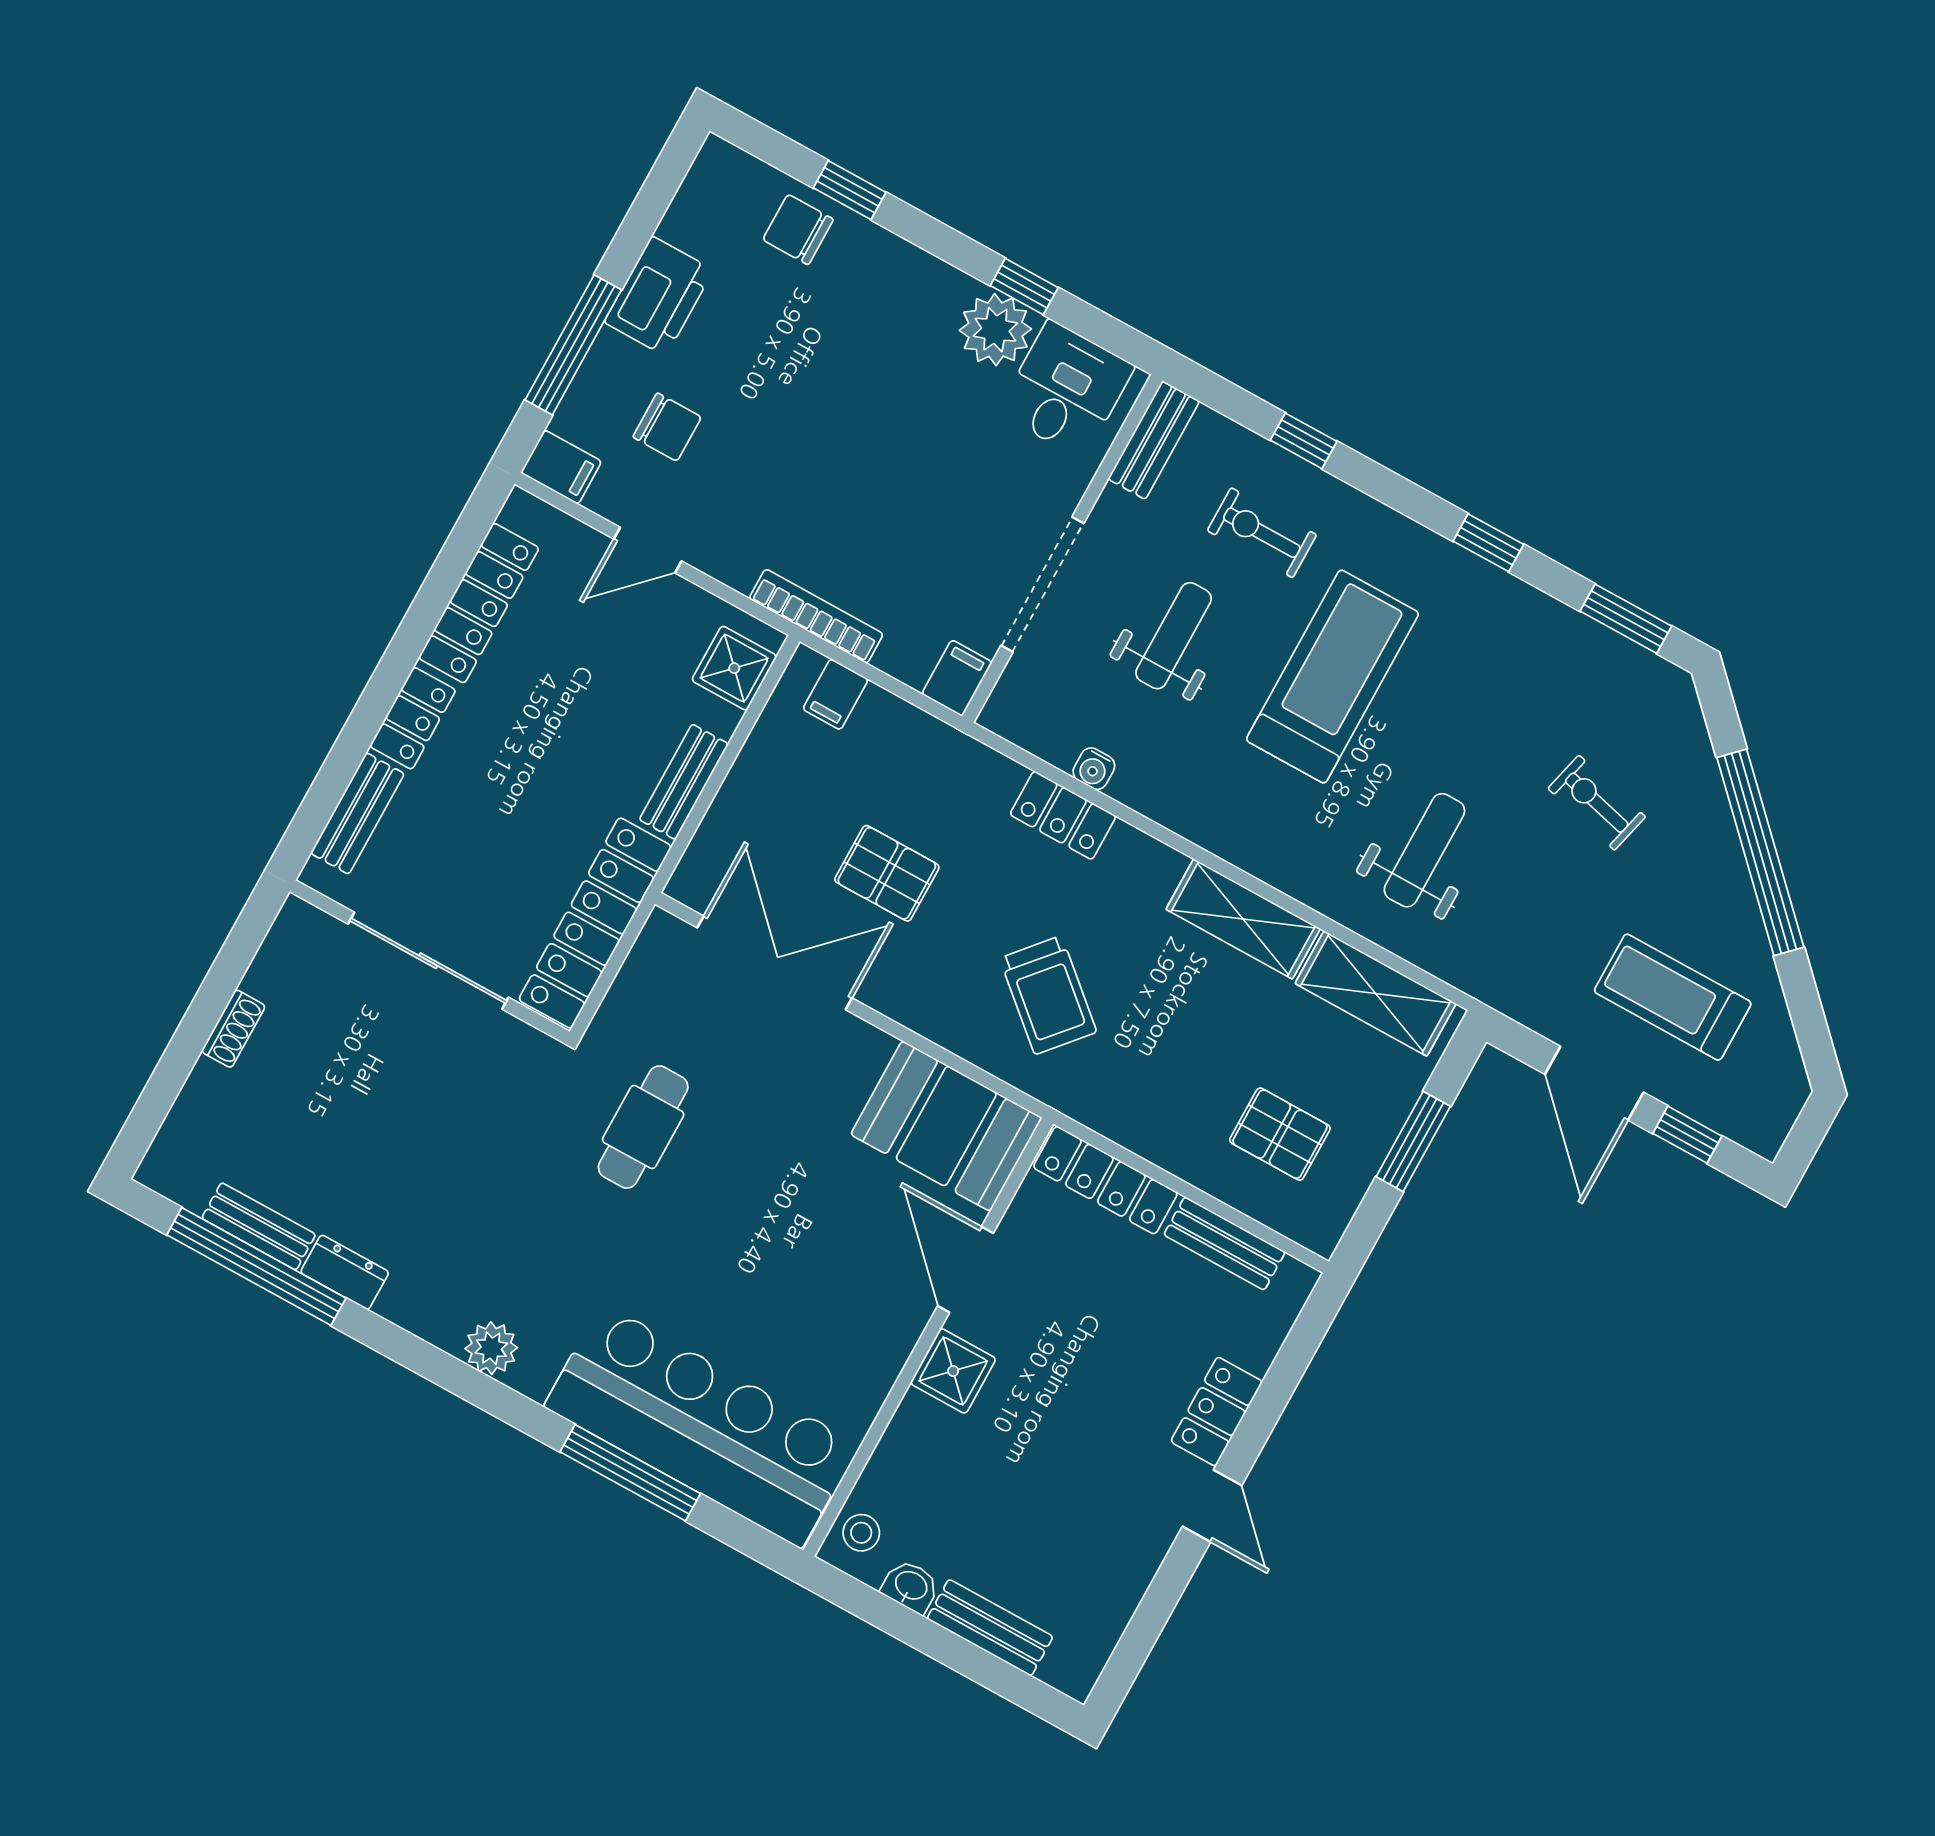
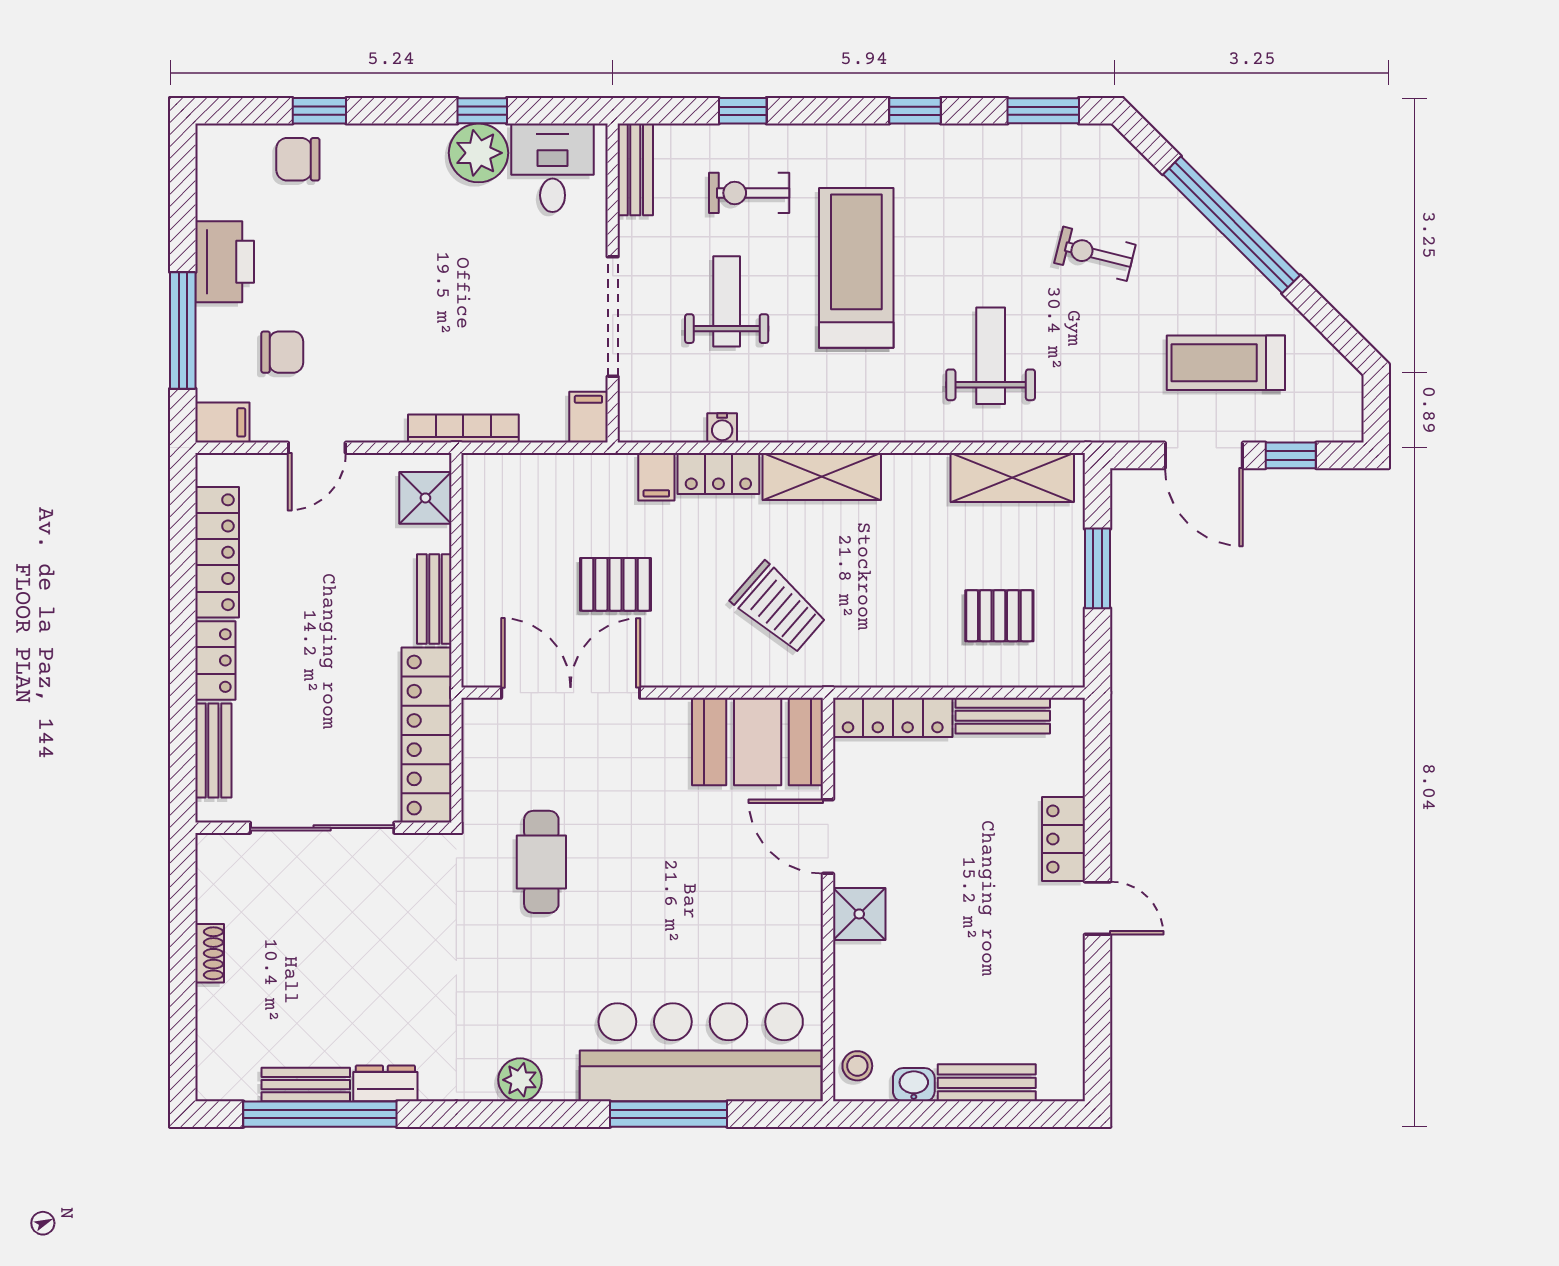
filing cabinet: (836, 694) -> (656, 477), moved
shelving: (1243, 919) -> (822, 476), moved

